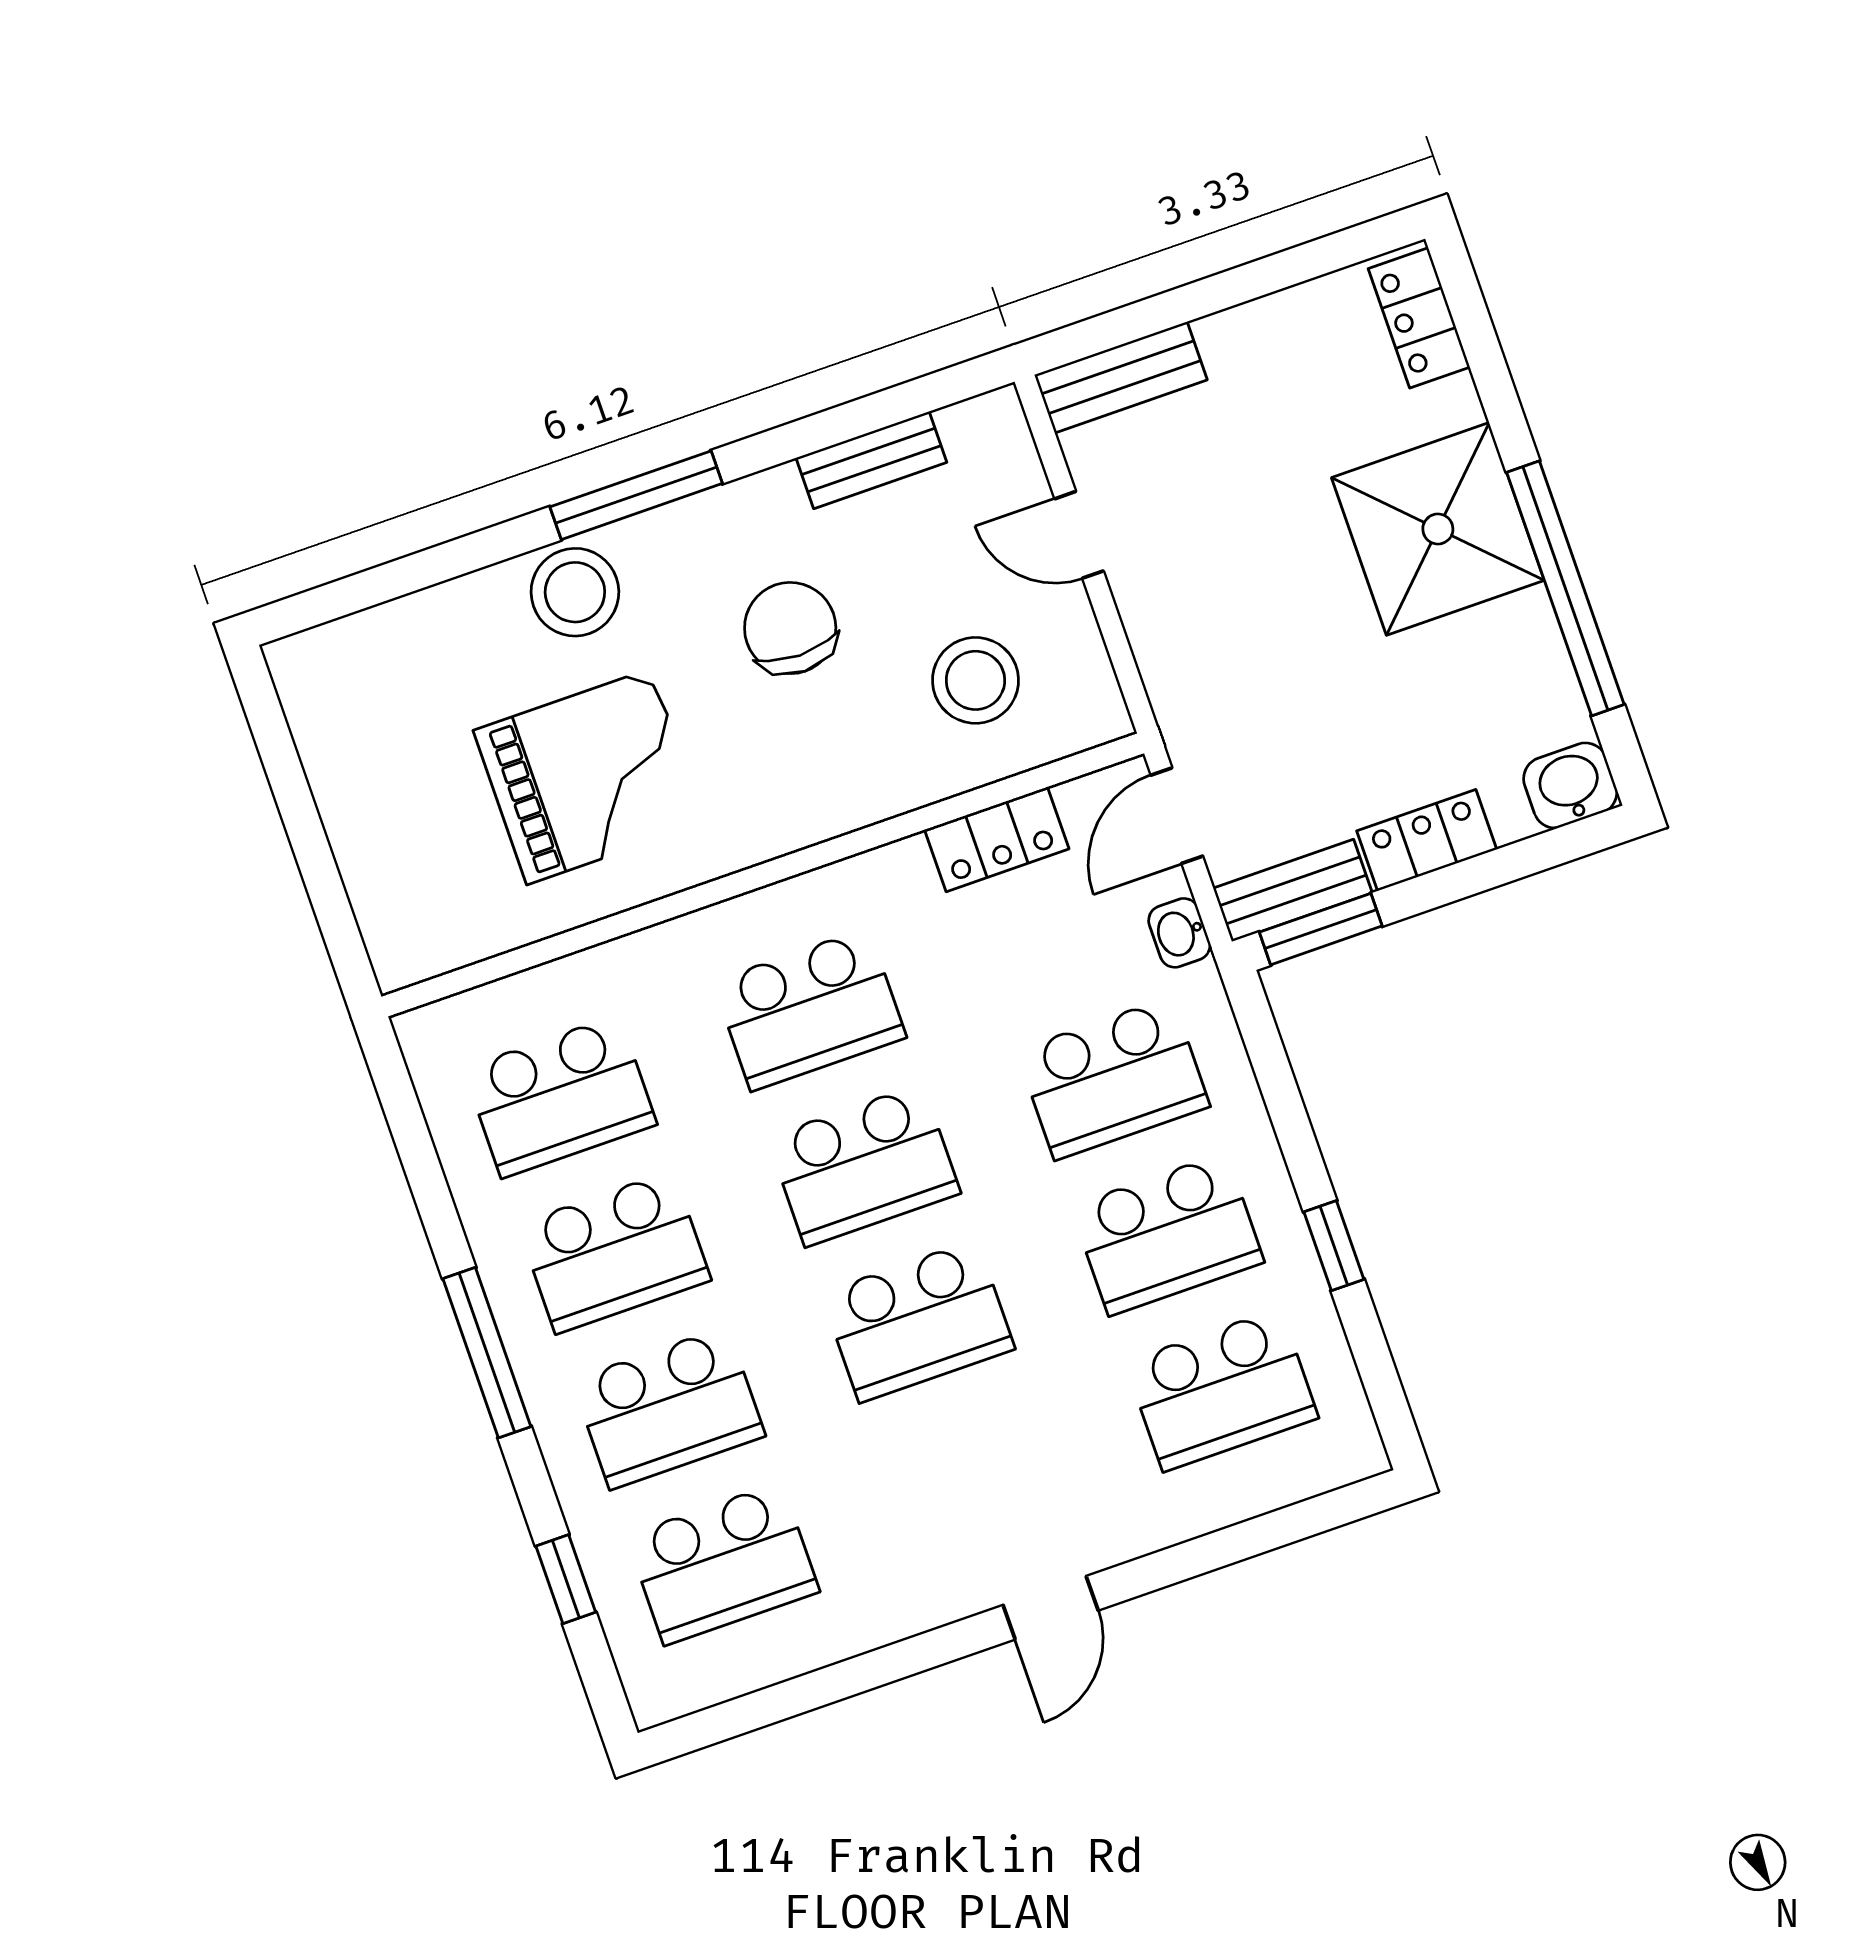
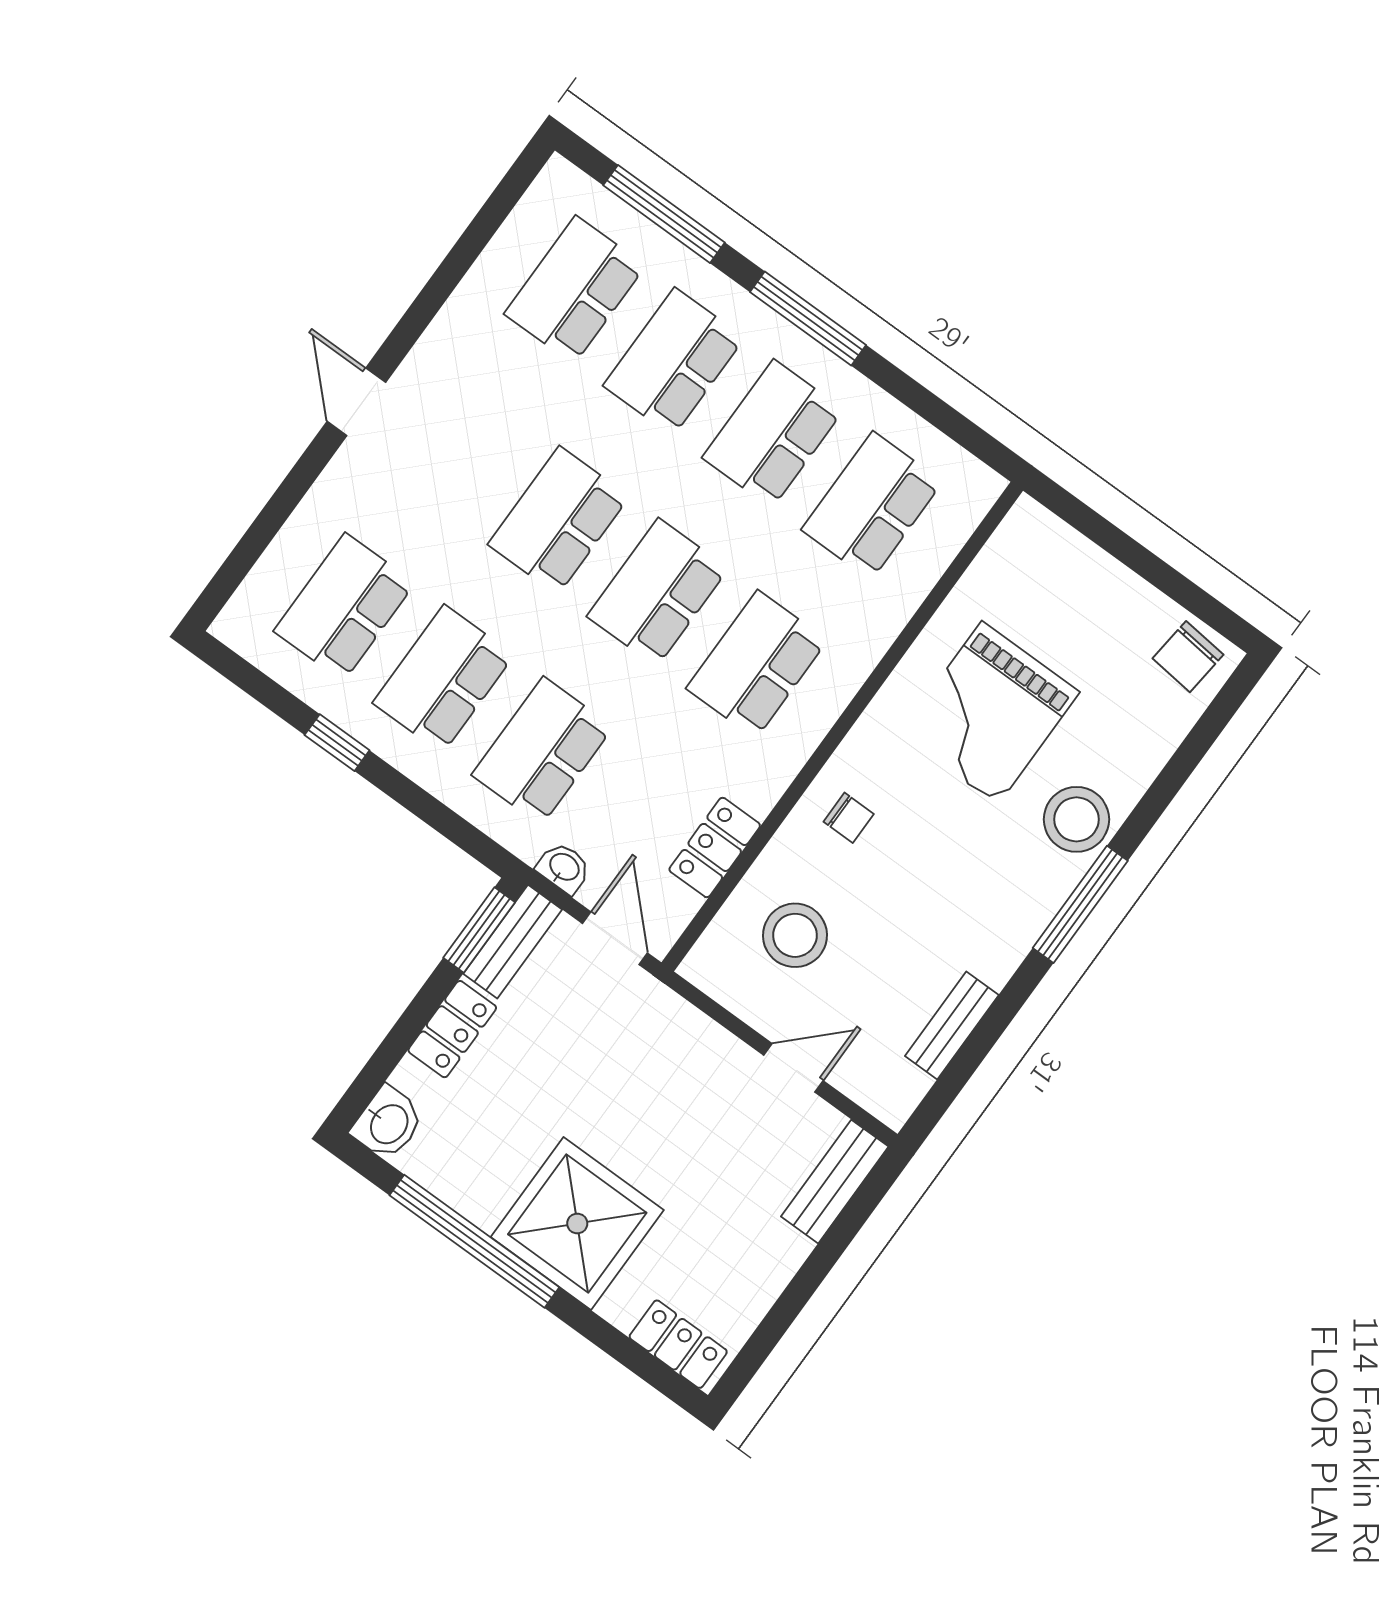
chair: (790, 628) -> (849, 818), moved, width x0.54, depth x0.54
chair: (326, 687) -> (1188, 657), added
window: (566, 1579) -> (664, 214), width x2.17

